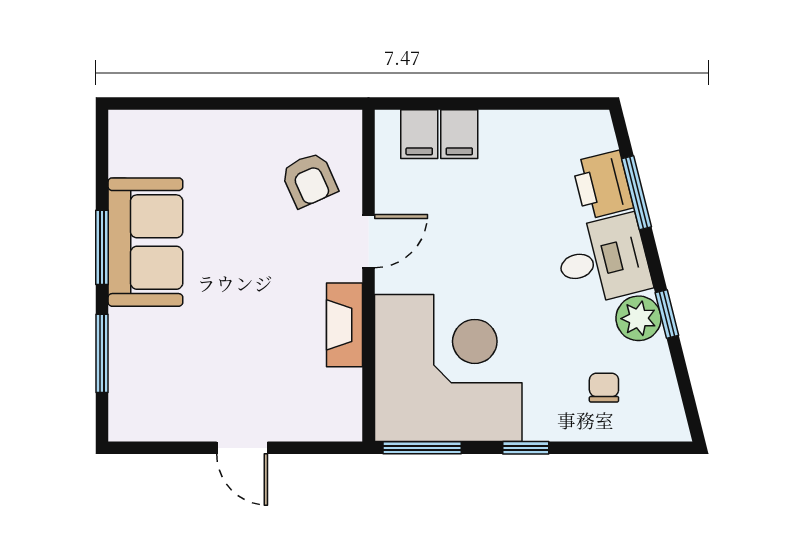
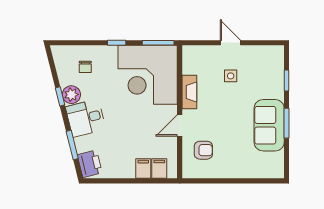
armchair: (309, 180) -> (203, 150), turned 114
printer: (603, 185) -> (90, 164), moved
window: (102, 353) -> (287, 81), width x0.67
side table: (241, 365) -> (231, 76), added

